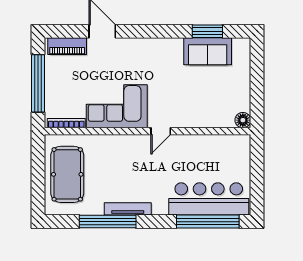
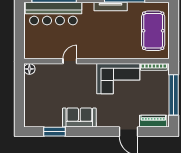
sofa: (208, 51) -> (79, 117), moved
door: (161, 131) -> (70, 61), moved

